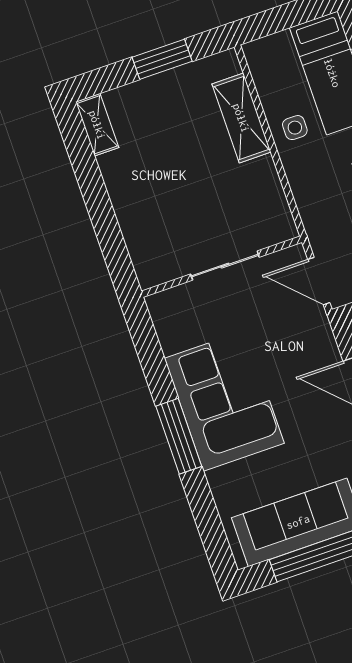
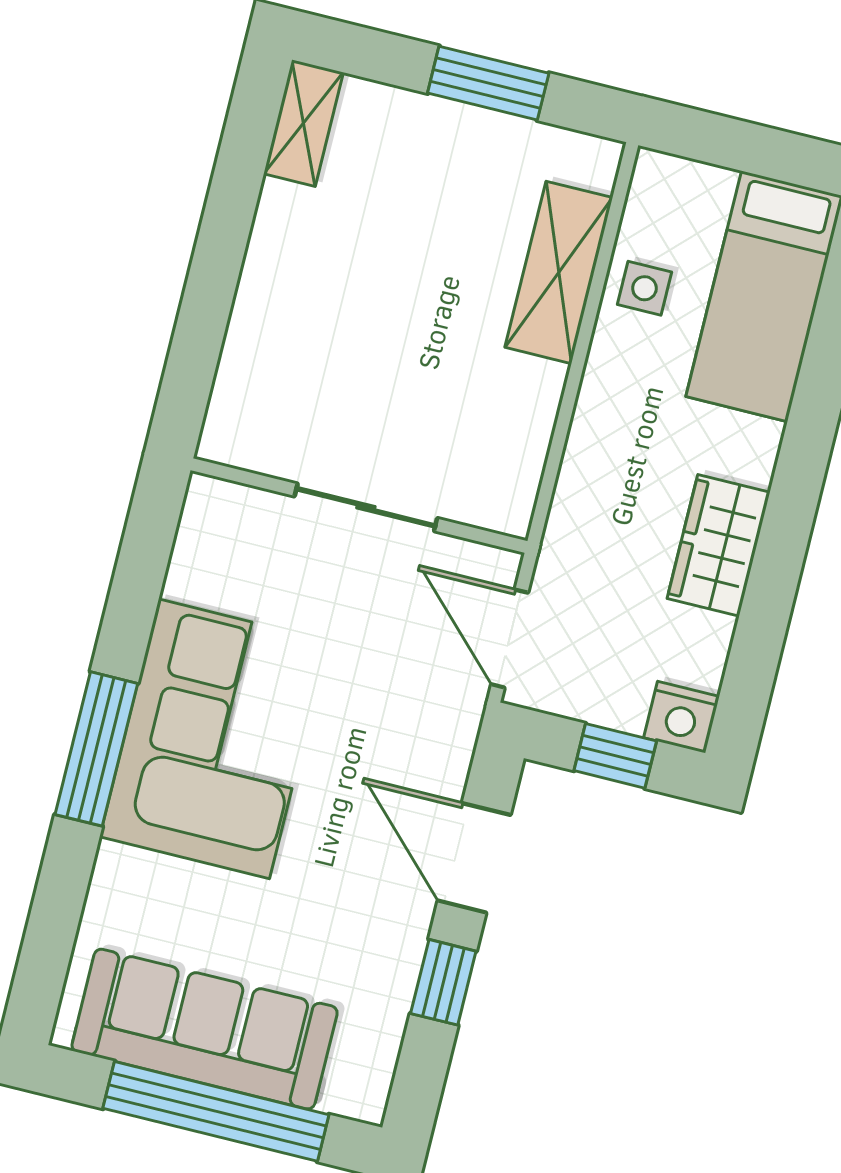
side table: (295, 128) -> (644, 288), moved

